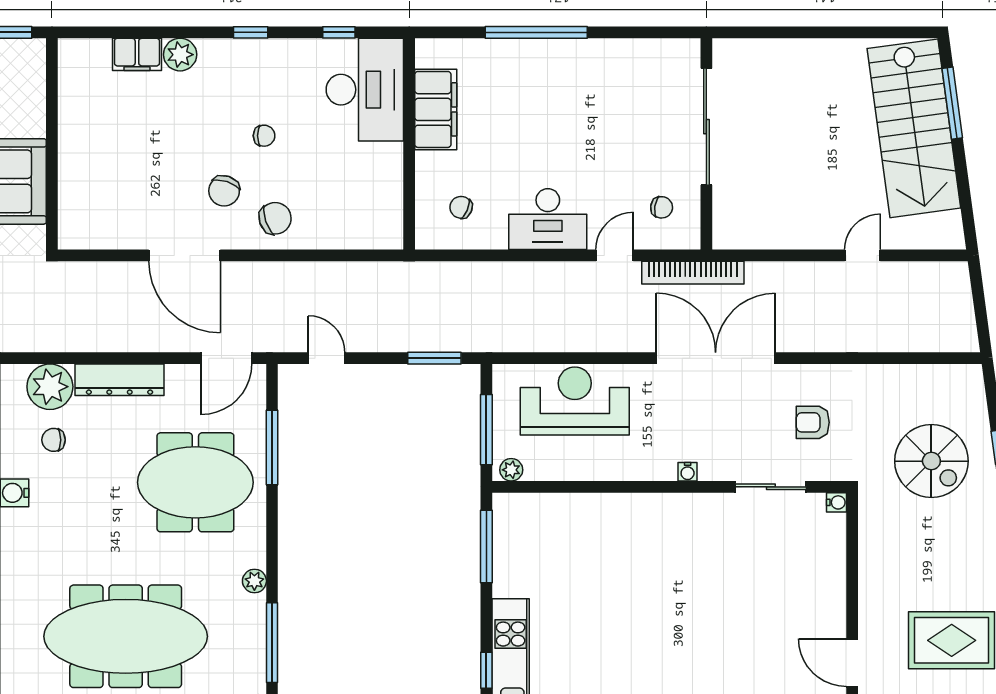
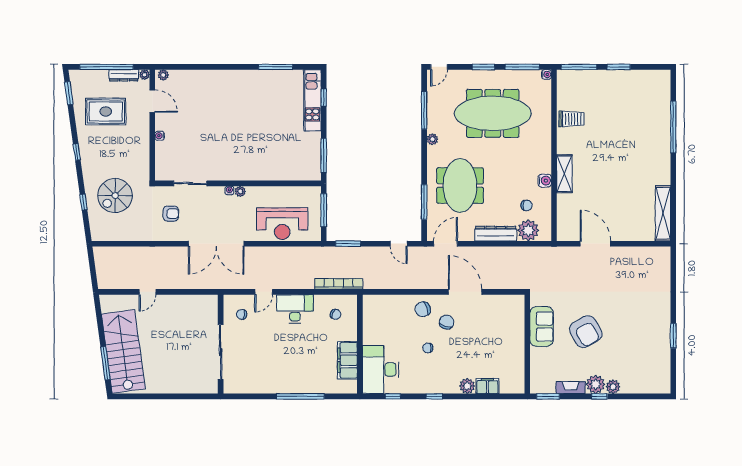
bookcase: (693, 273) -> (339, 284), moved
spiral stairs: (931, 461) -> (115, 196), turned -90
plant: (511, 470) -> (240, 191), moved
meeting table: (195, 482) -> (460, 186), turned 90
water cooler: (837, 502) -> (160, 136), moved

